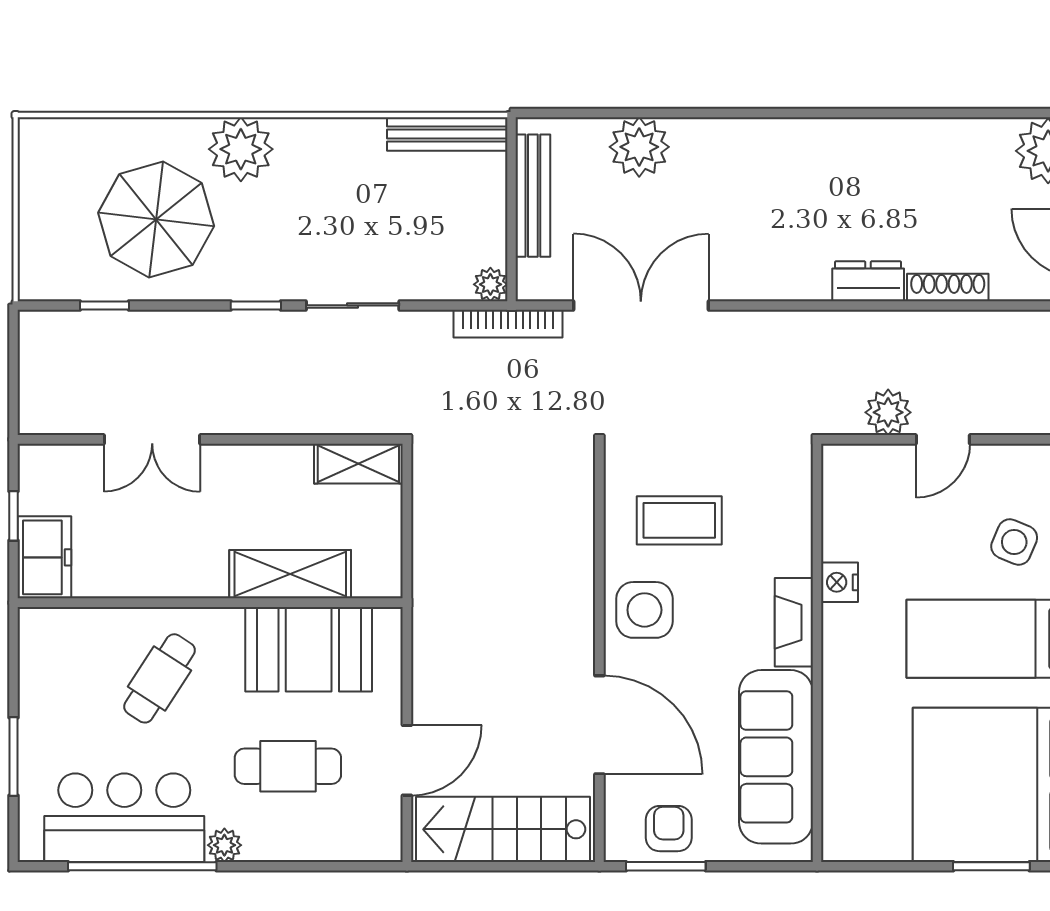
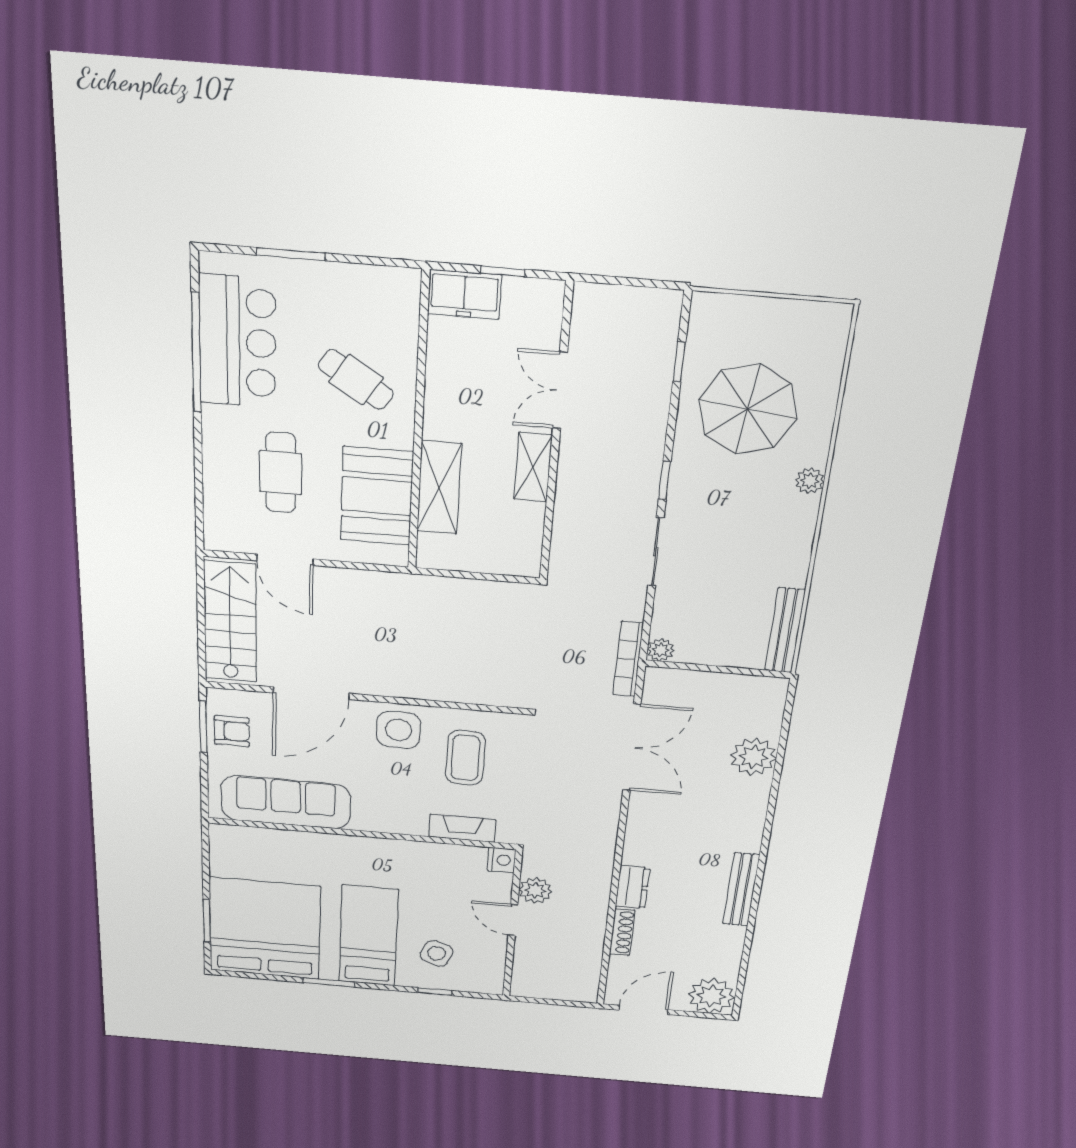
plant: (241, 149) -> (810, 481), width x0.53, depth x0.53
bench: (533, 196) -> (741, 890), moved, turned 90
shelving: (358, 464) -> (533, 467), moved
nightstand: (840, 582) -> (502, 860), moved, turned 90
fireplace: (794, 622) -> (462, 828), moved
plant: (224, 845) -> (215, 419), removed

